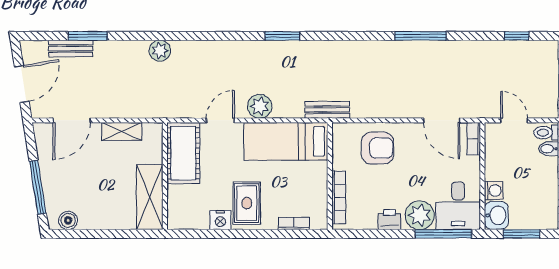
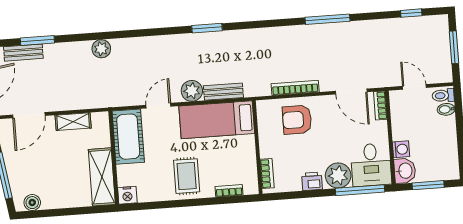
bench: (327, 110) -> (223, 92), moved
bookcase: (378, 111) -> (295, 88), added
armchair: (377, 148) -> (297, 120), turned 180
bookcase: (339, 197) -> (267, 174), width x0.64
nightstand: (220, 220) -> (127, 195), moved

